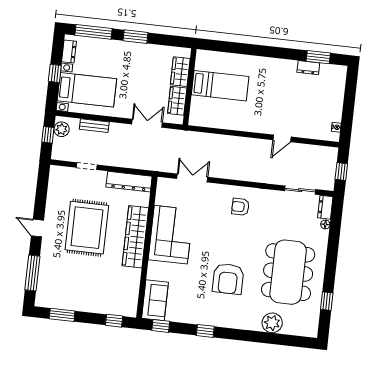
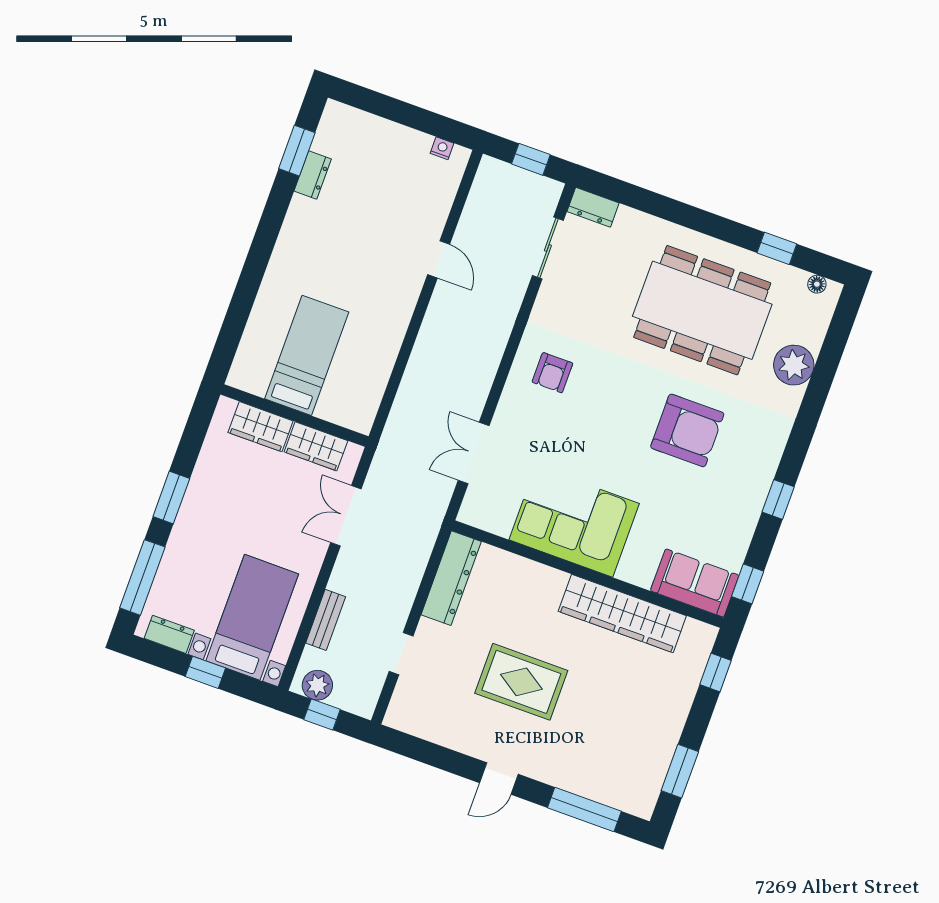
floor lamp: (325, 224) -> (817, 284), moved
rug: (87, 228) -> (521, 682), width x0.73, depth x0.69
wardrobe: (135, 237) -> (622, 614), moved

